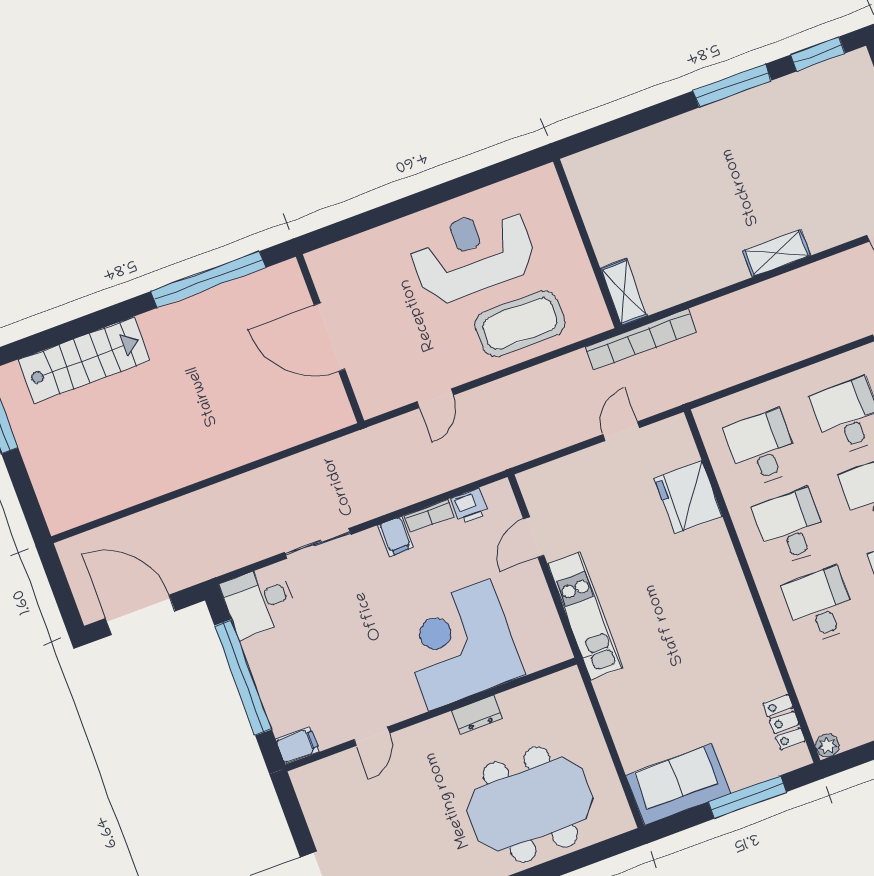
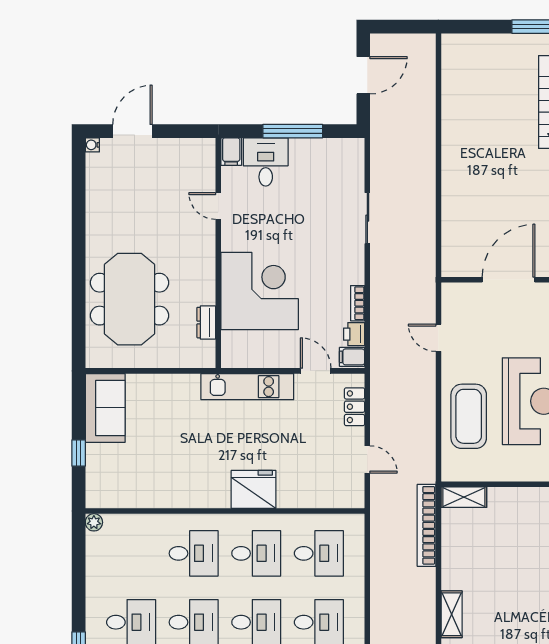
bookcase: (641, 339) -> (426, 525), moved
fridge: (688, 497) -> (254, 489), moved
filing cabinet: (396, 536) -> (352, 357), moved
desk: (259, 601) -> (266, 162), moved
door: (140, 615) -> (363, 75), width x0.73
window: (243, 677) -> (293, 131), width x0.68
dresser: (477, 714) -> (206, 323), moved
locker: (784, 722) -> (355, 407), moved, turned -90
window: (747, 797) -> (79, 453), width x0.46

